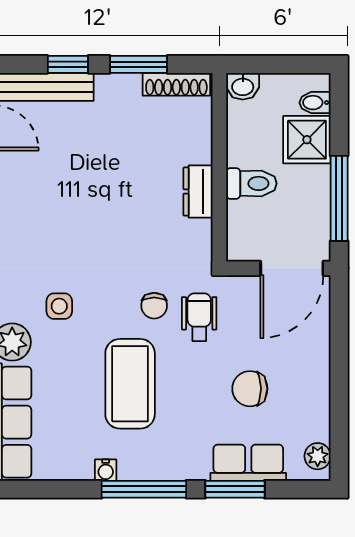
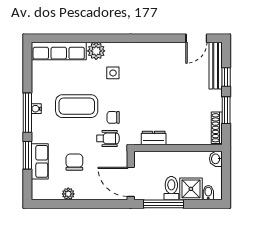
toilet: (251, 183) -> (171, 188), moved, turned 180
dresser: (198, 192) -> (154, 138), moved
plant: (318, 456) -> (68, 194), moved
water cooler: (106, 470) -> (36, 109), moved

